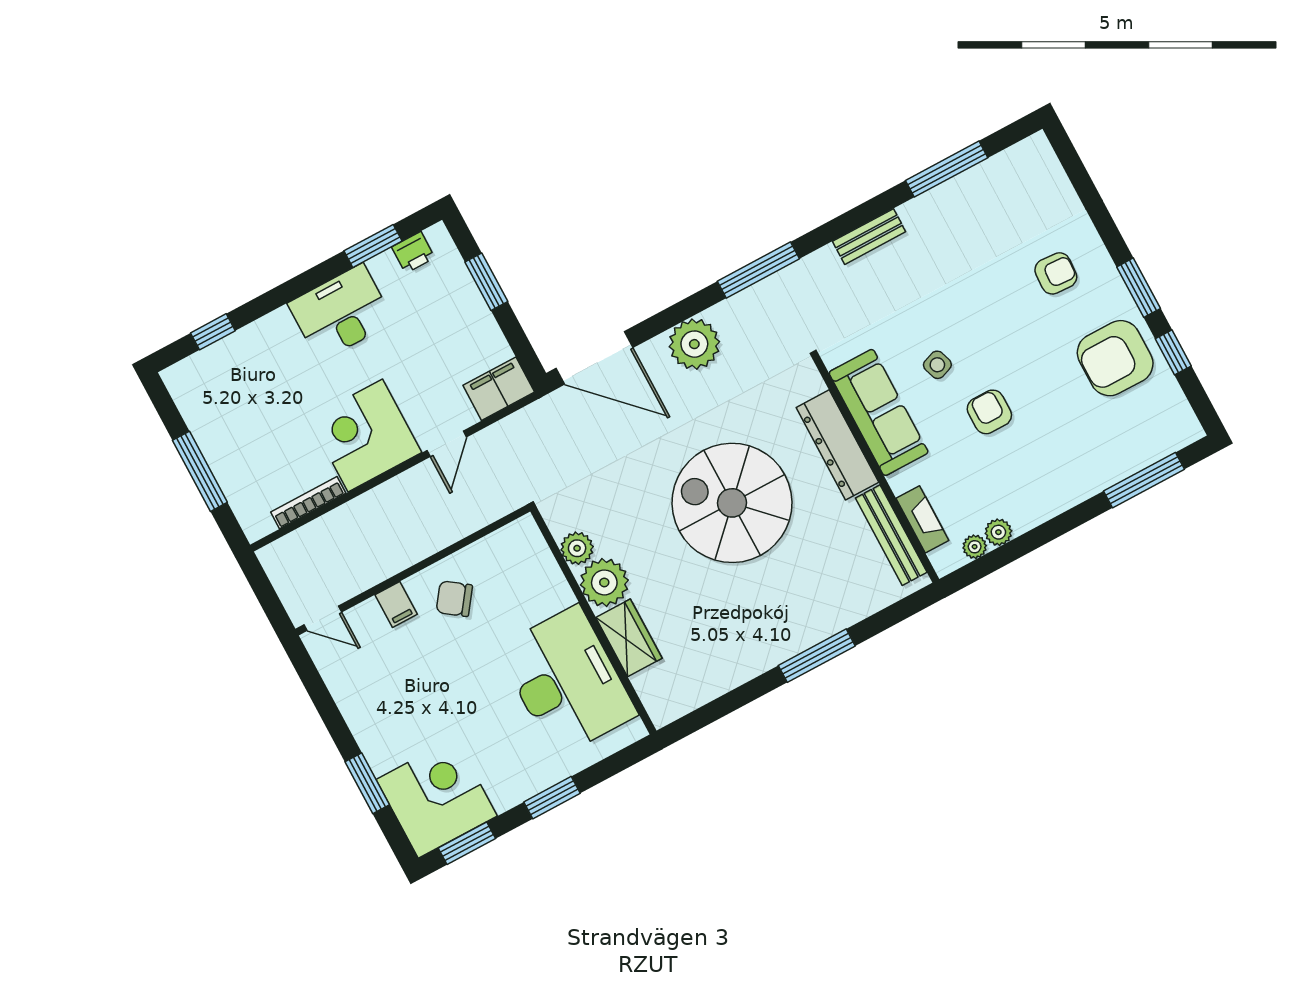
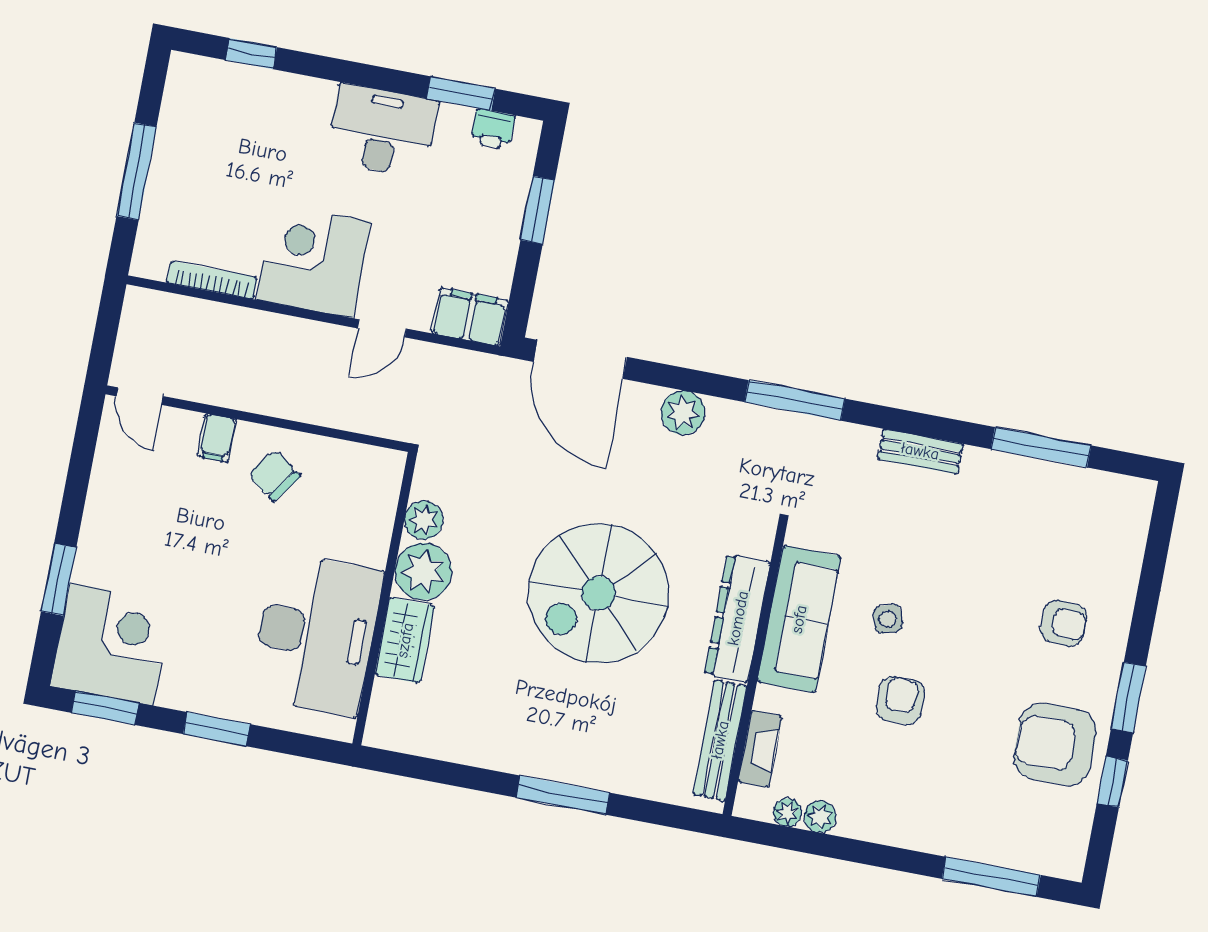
plant: (694, 344) -> (683, 413), width x0.73, depth x0.73
spiral stairs: (732, 503) -> (599, 593), turned -90

